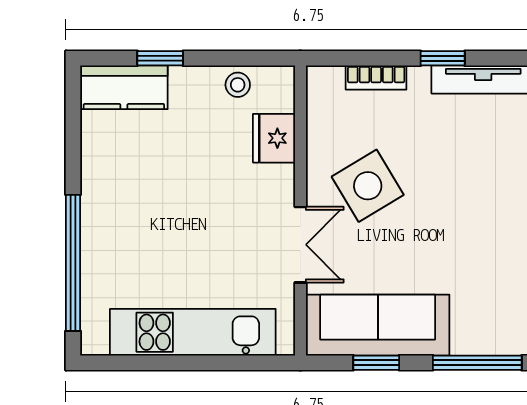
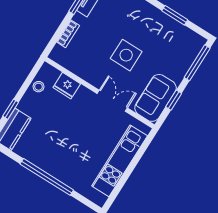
side table: (368, 186) -> (126, 55), moved, turned 31
window: (73, 263) -> (47, 177), moved
sofa: (378, 325) -> (156, 98), width x0.73

